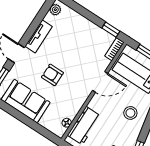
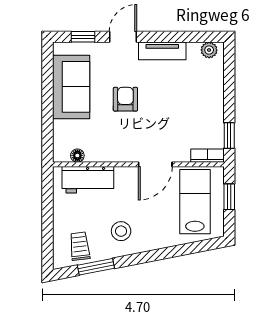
door: (100, 82) -> (155, 164), hinge flipped
stool: (130, 113) -> (121, 231), moved

